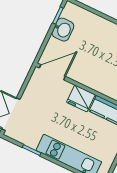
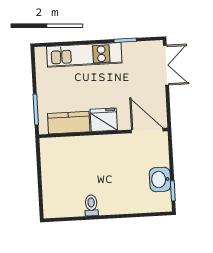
door: (52, 72) -> (147, 130), swing flipped

